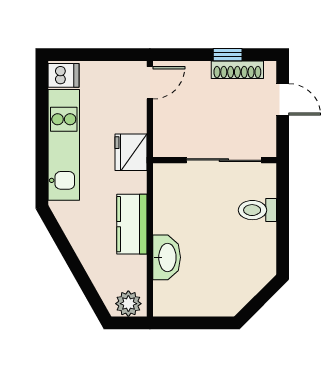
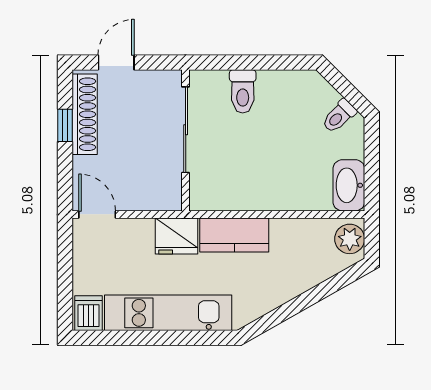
shoe rack: (237, 70) -> (85, 114), width x1.36, depth x1.24
kitchen counter: (132, 224) -> (234, 235), moved
washbasin: (167, 257) -> (349, 185), moved, turned -90
toilet: (236, 294) -> (339, 116), added

